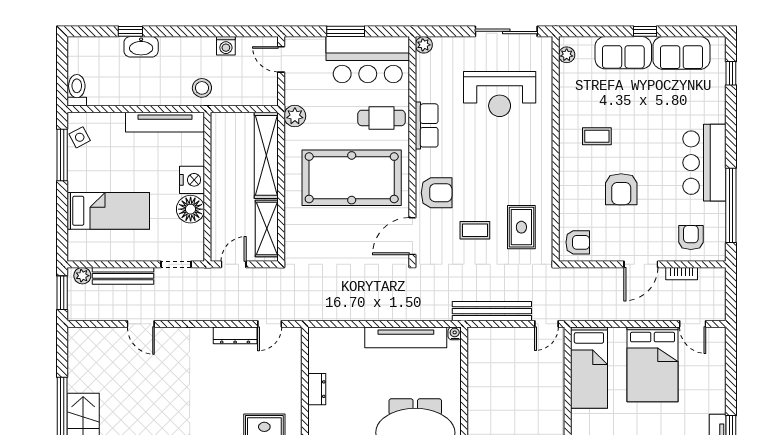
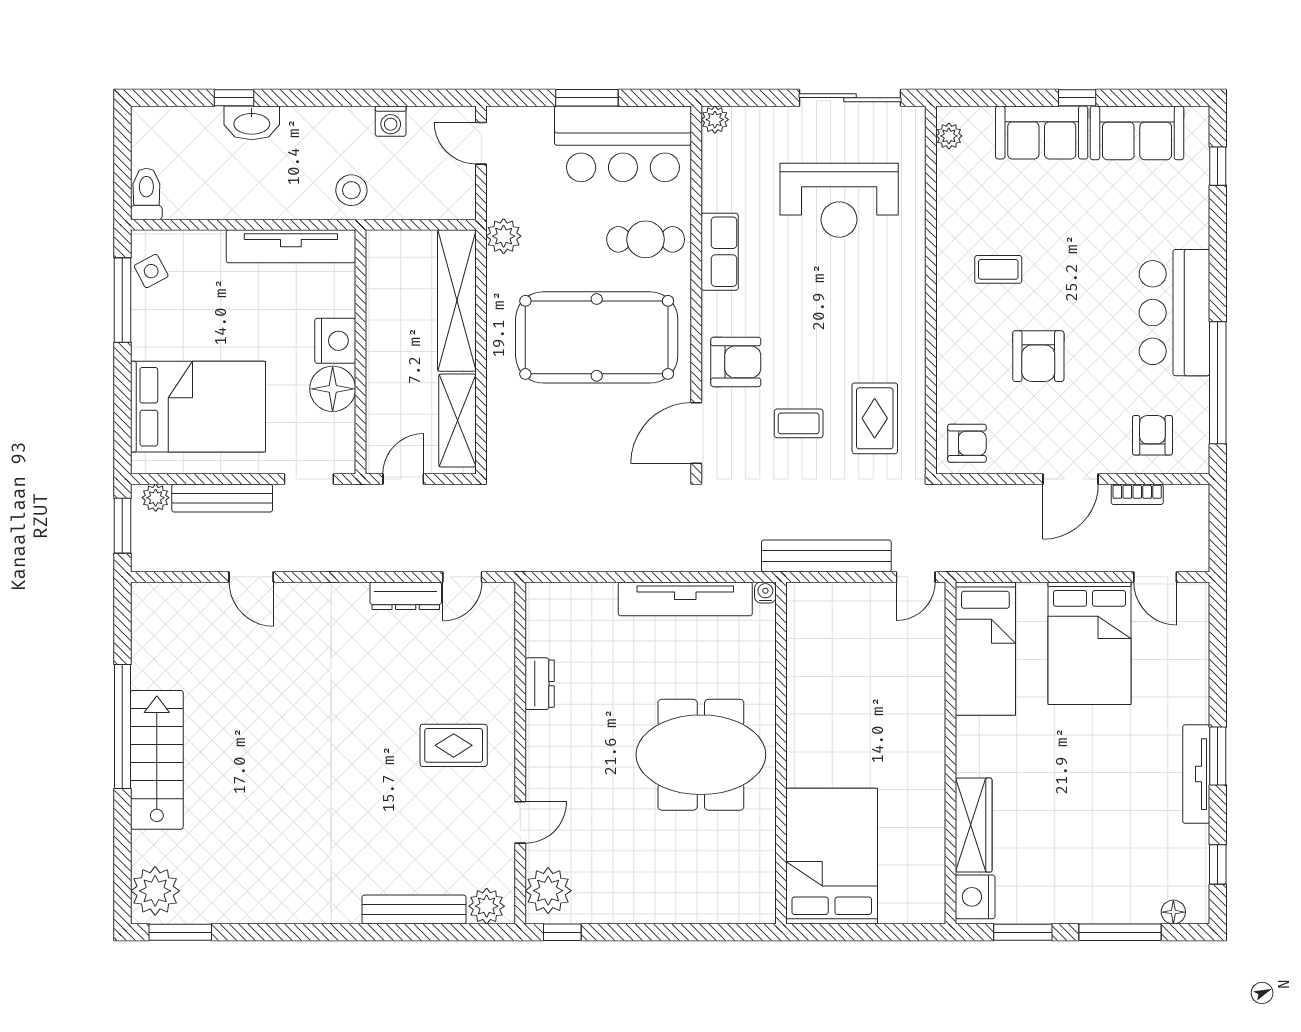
bed: (108, 211) -> (198, 407), width x1.50

